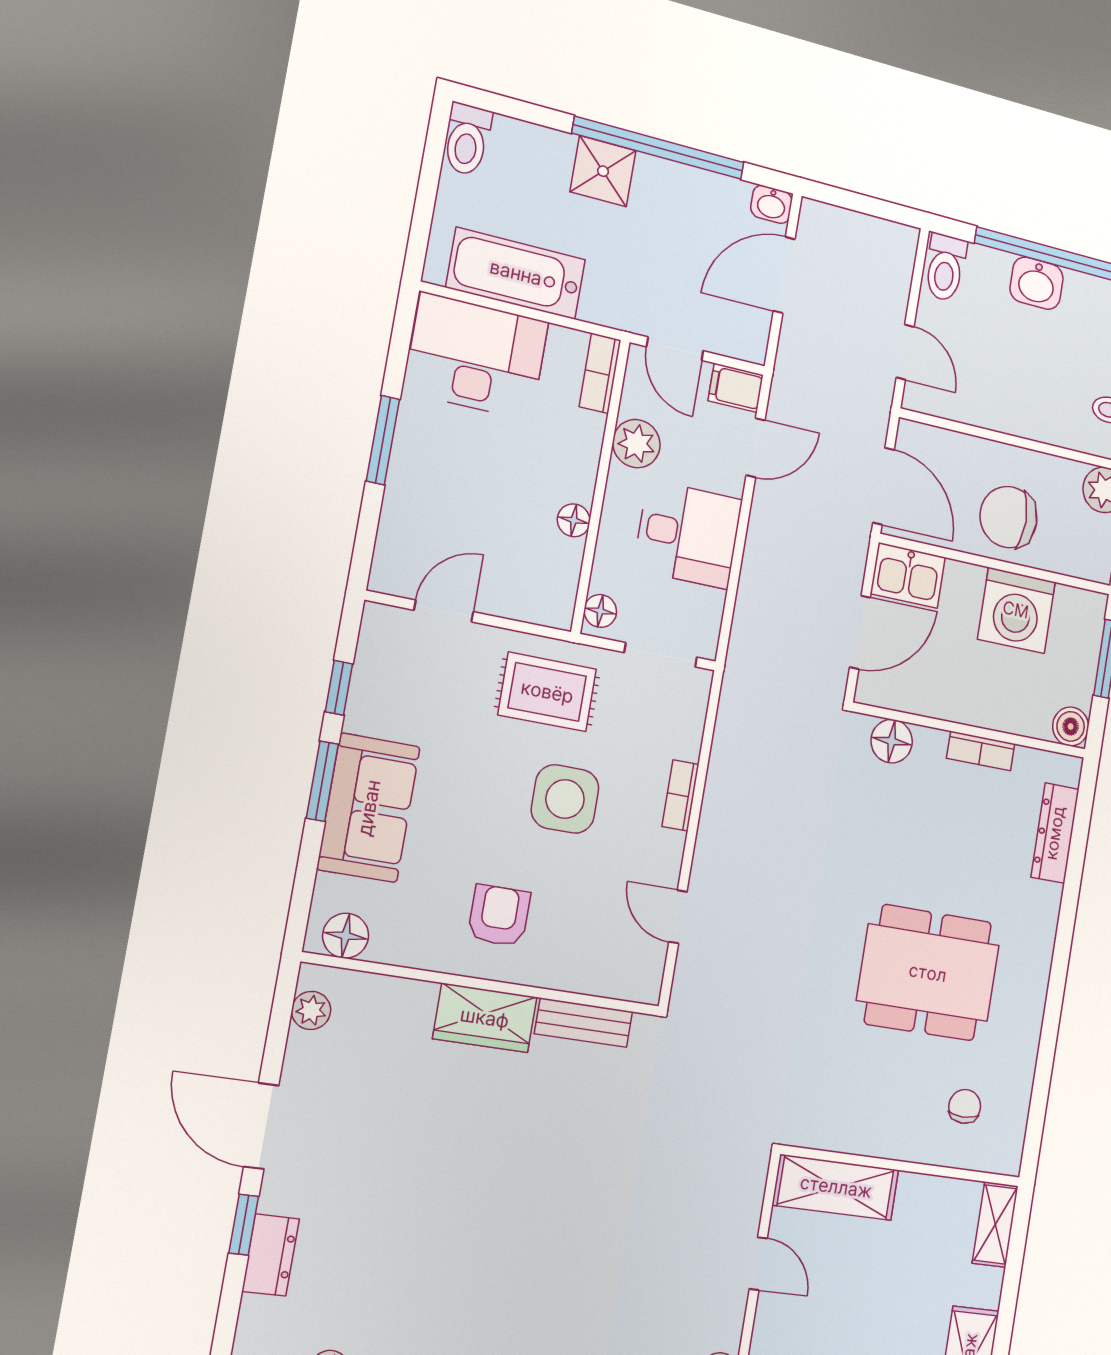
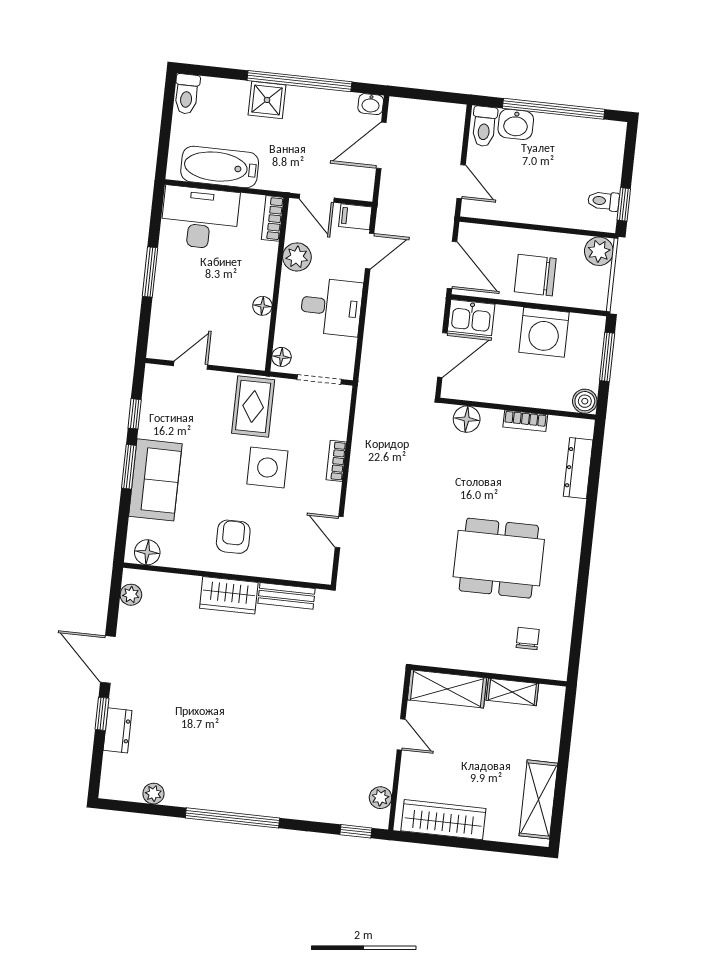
washbasin: (1037, 283) -> (516, 124), moved
rug: (547, 692) -> (253, 407), turned 90
shelving: (995, 1224) -> (512, 692), moved, turned 90

